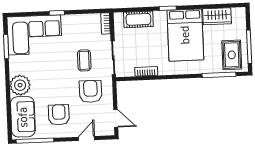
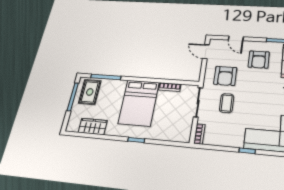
cot: (138, 19) -> (167, 134), removed
bed: (185, 35) -> (139, 103), moved, turned 180
door: (86, 138) -> (236, 38), hinge flipped

